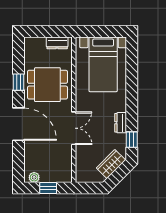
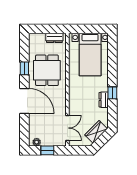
dining table: (47, 85) -> (47, 70), turned 90
double door: (74, 128) -> (67, 128), moved
window: (132, 140) -> (112, 93), moved

